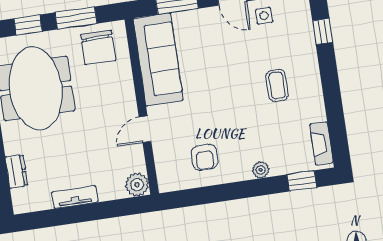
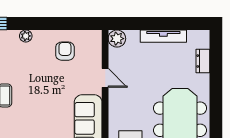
door: (145, 129) -> (105, 78), hinge flipped
tv unit: (75, 197) -> (163, 36), width x1.41

